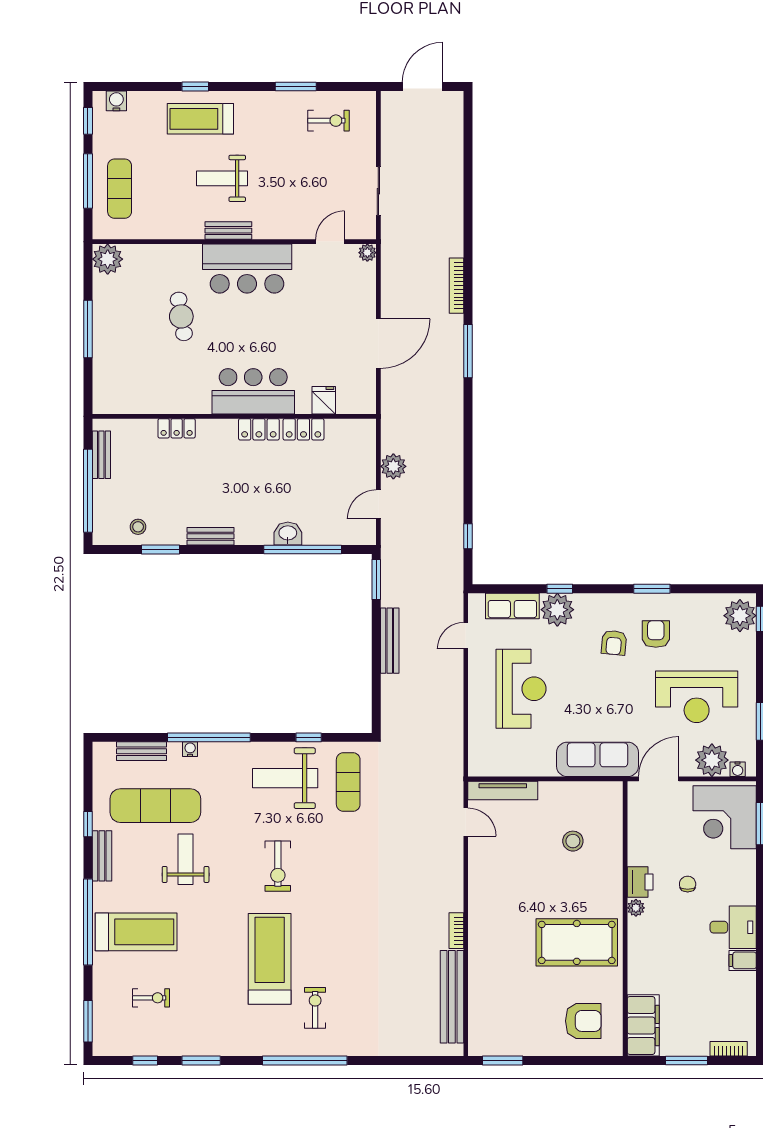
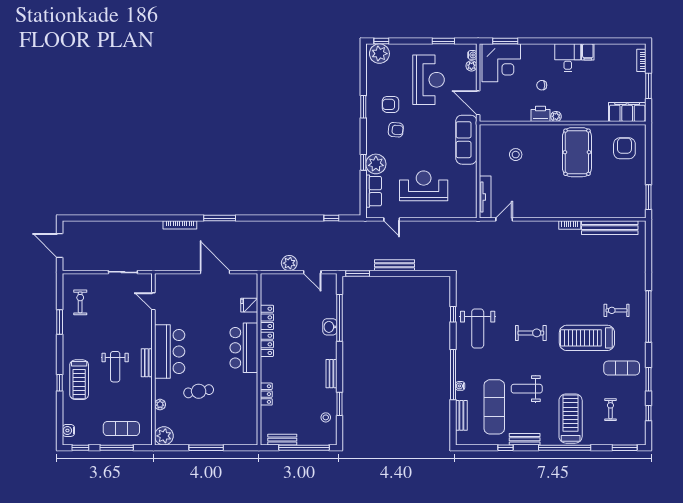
plant: (367, 253) -> (160, 405), moved
plant: (712, 760) -> (471, 66), width x0.53, depth x0.53
exercise mat: (348, 782) -> (622, 368), moved

